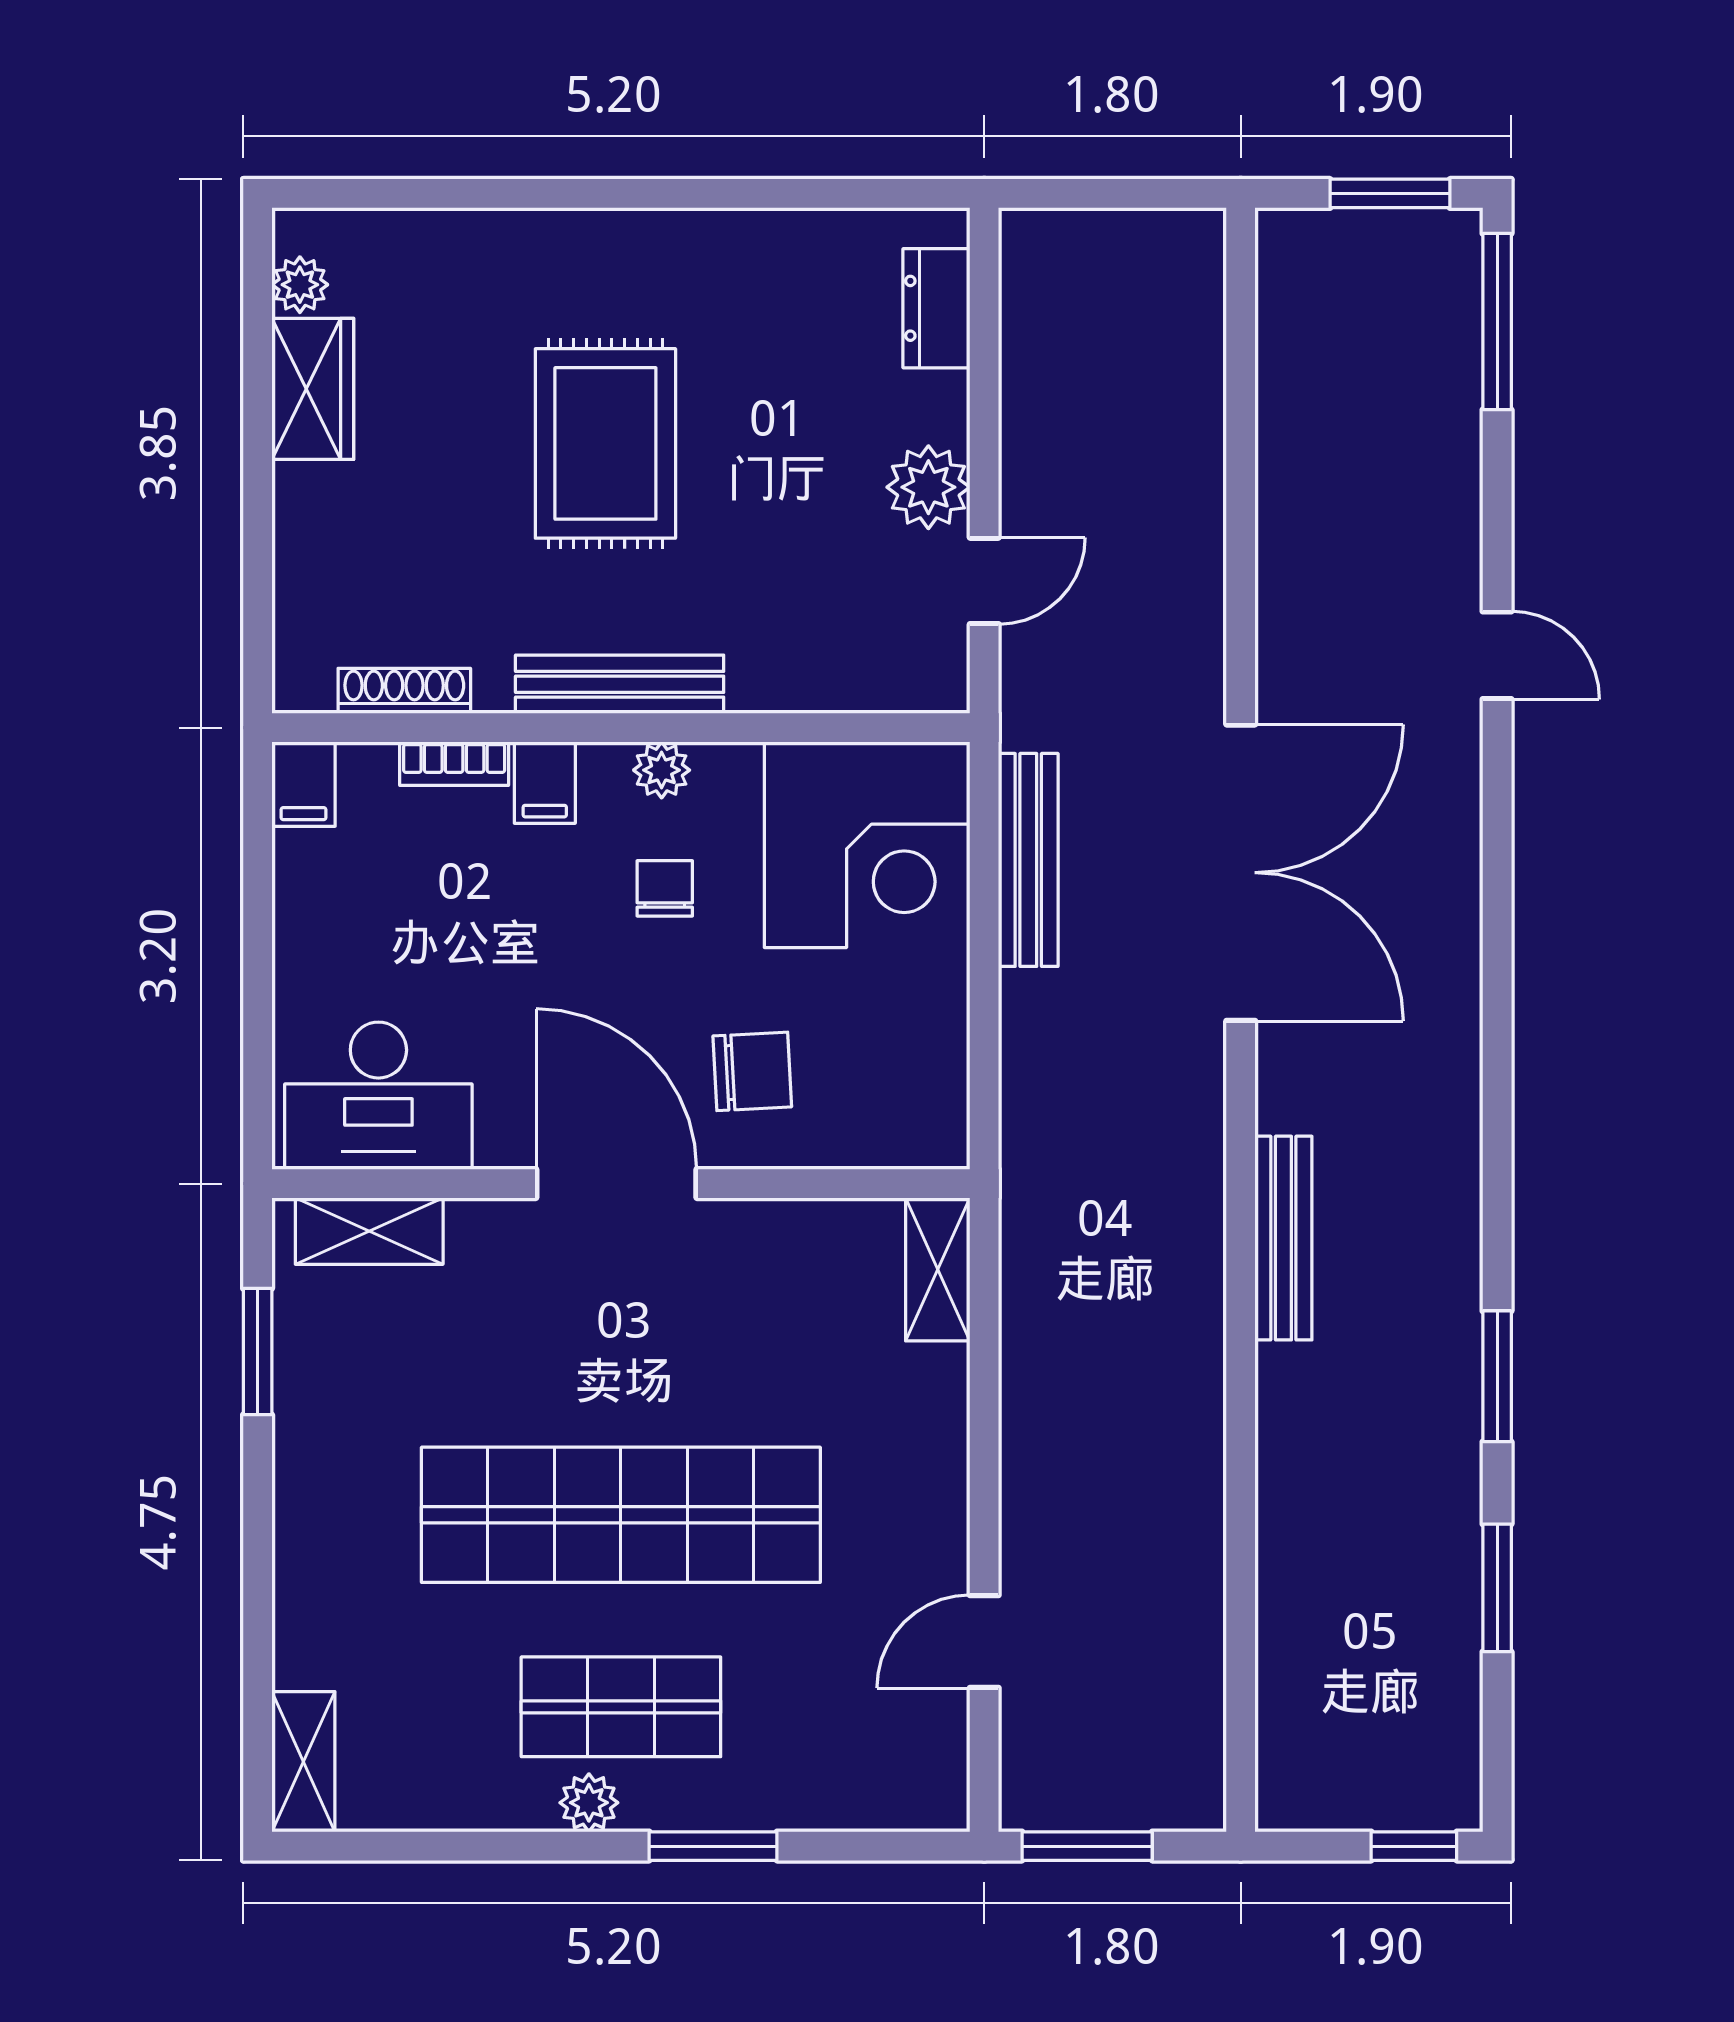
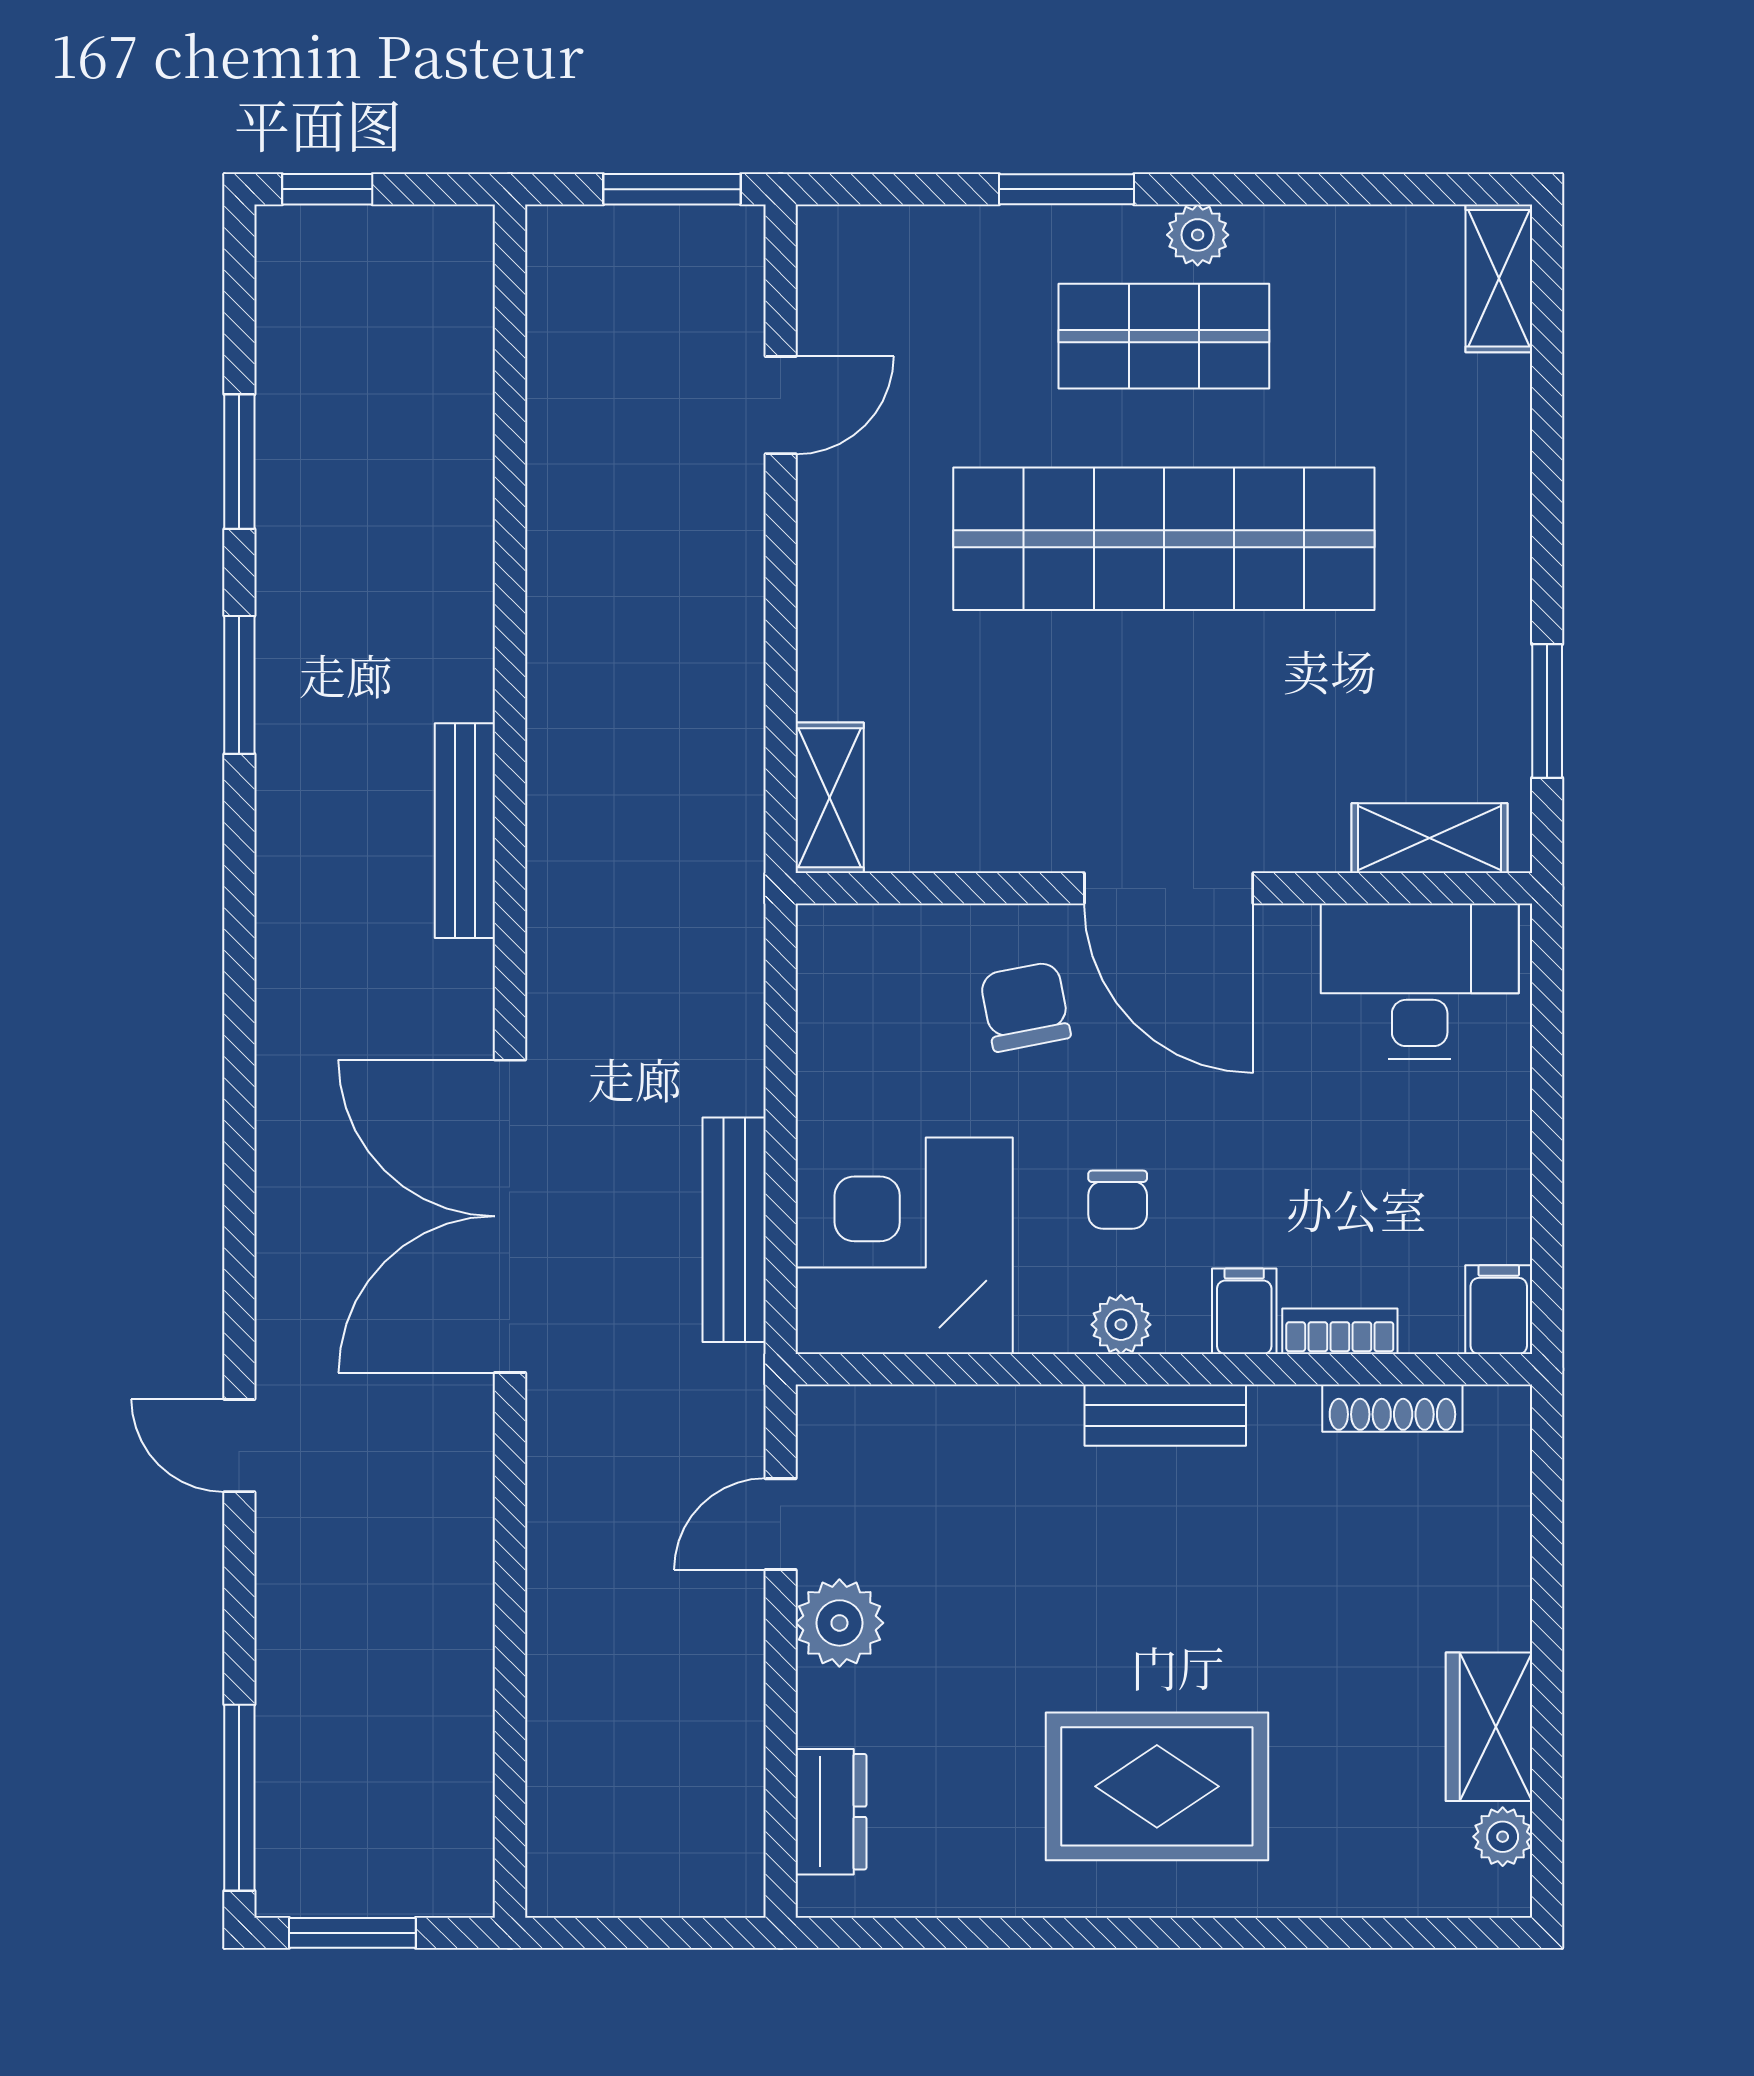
rug: (605, 443) -> (1157, 1786), moved, turned 90
bench: (620, 684) -> (1165, 1415), width x0.73
chair: (752, 1071) -> (1025, 1007), turned 82

